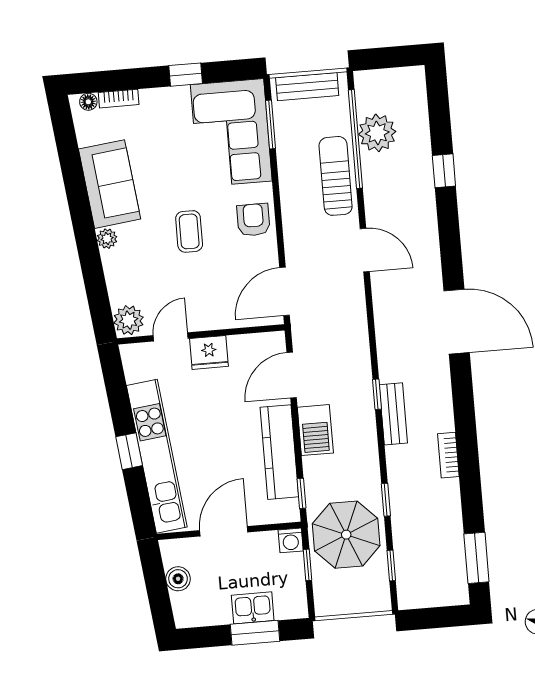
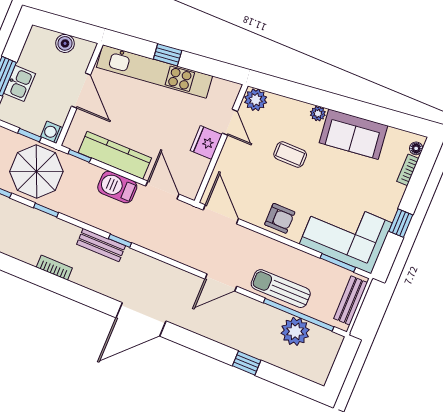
sun lounger: (336, 176) -> (281, 289), turned 180
coffee table: (189, 231) -> (290, 155), moved

